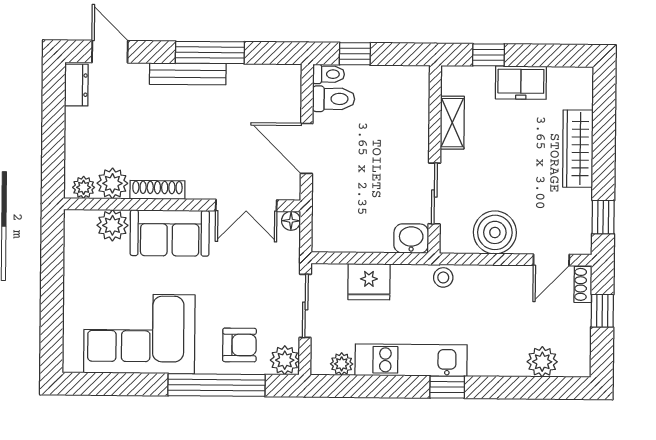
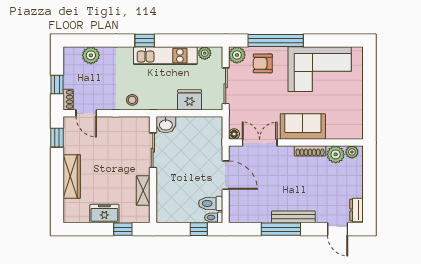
plant: (112, 225) -> (335, 131), removed
boiler: (495, 232) -> (118, 128), removed
door: (551, 260) -> (86, 113), swing flipped
stool: (443, 277) -> (132, 100), moved

